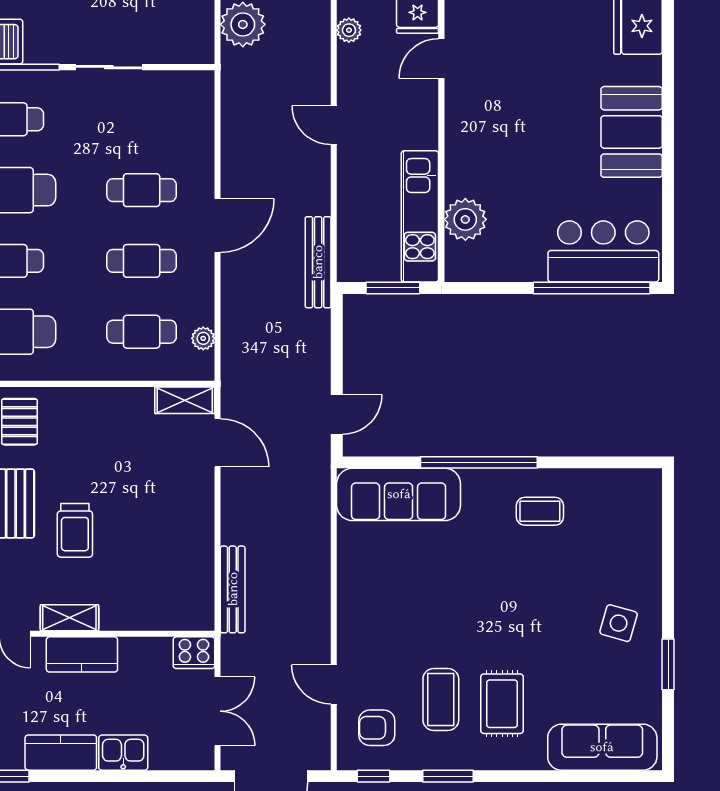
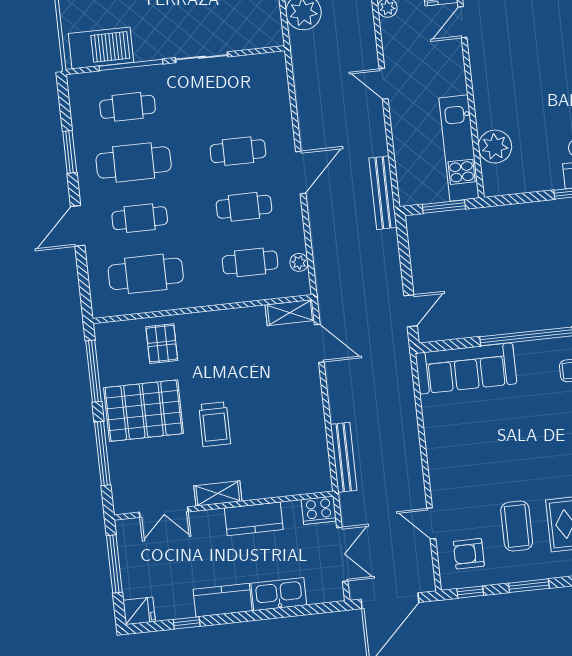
kitchen counter: (82, 654) -> (254, 519), moved
kitchen sink: (123, 753) -> (279, 594), width x1.38

